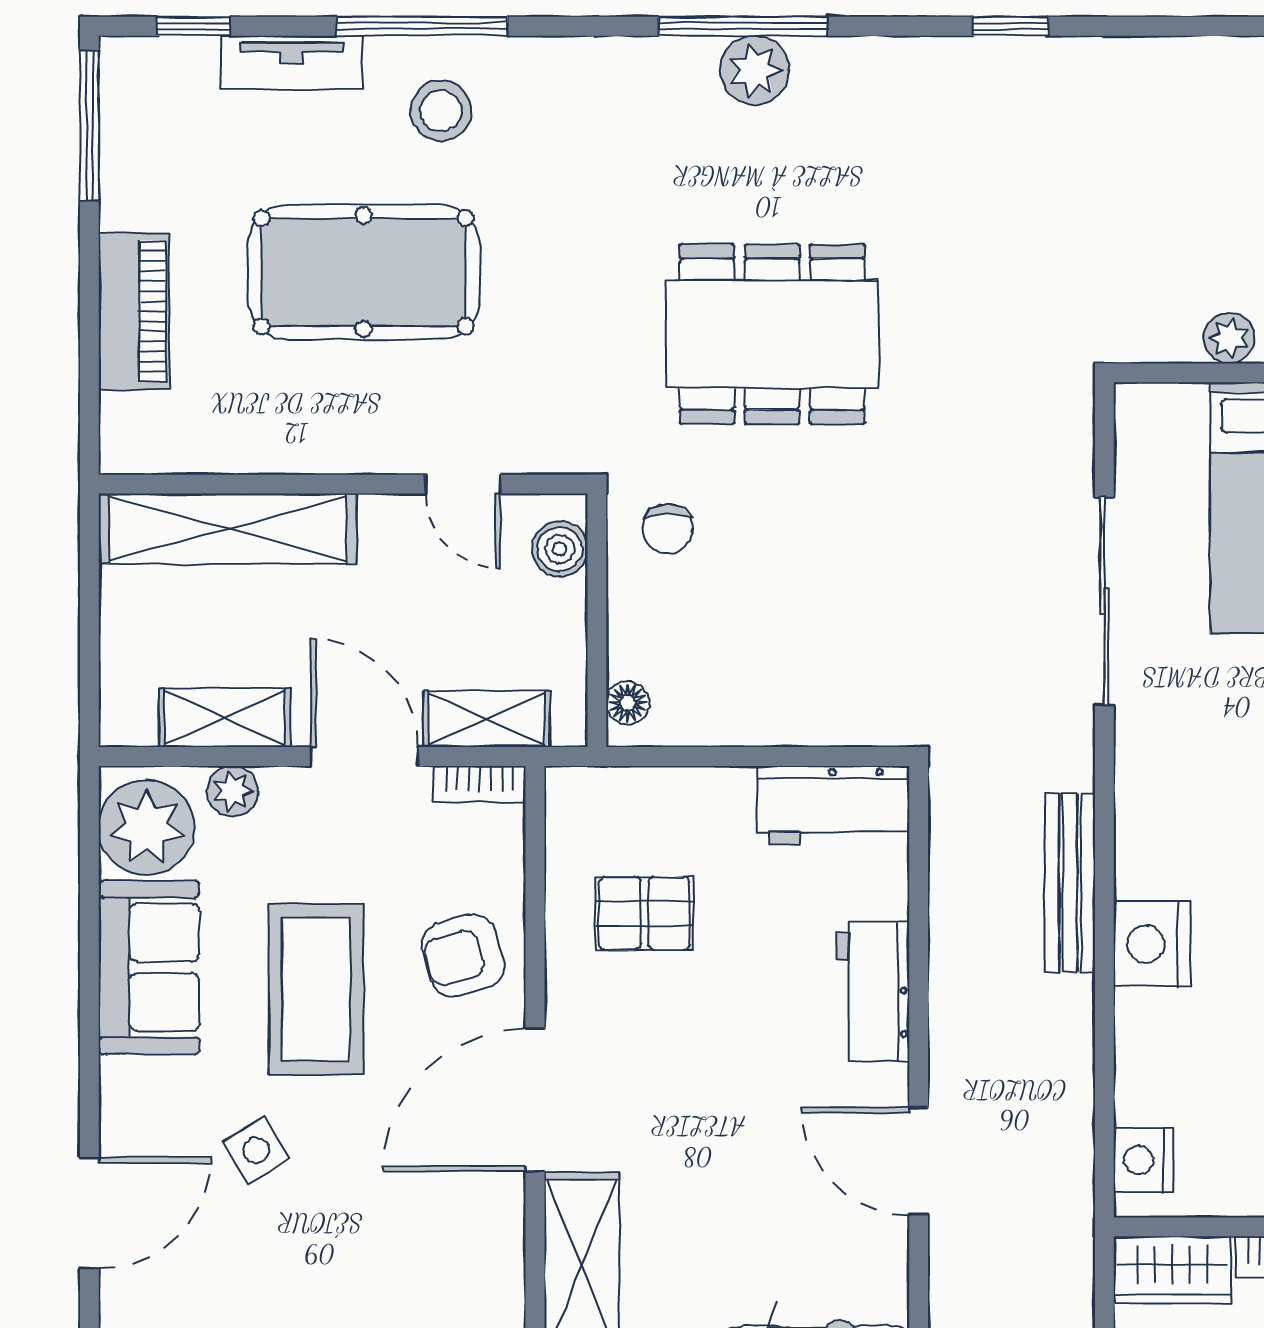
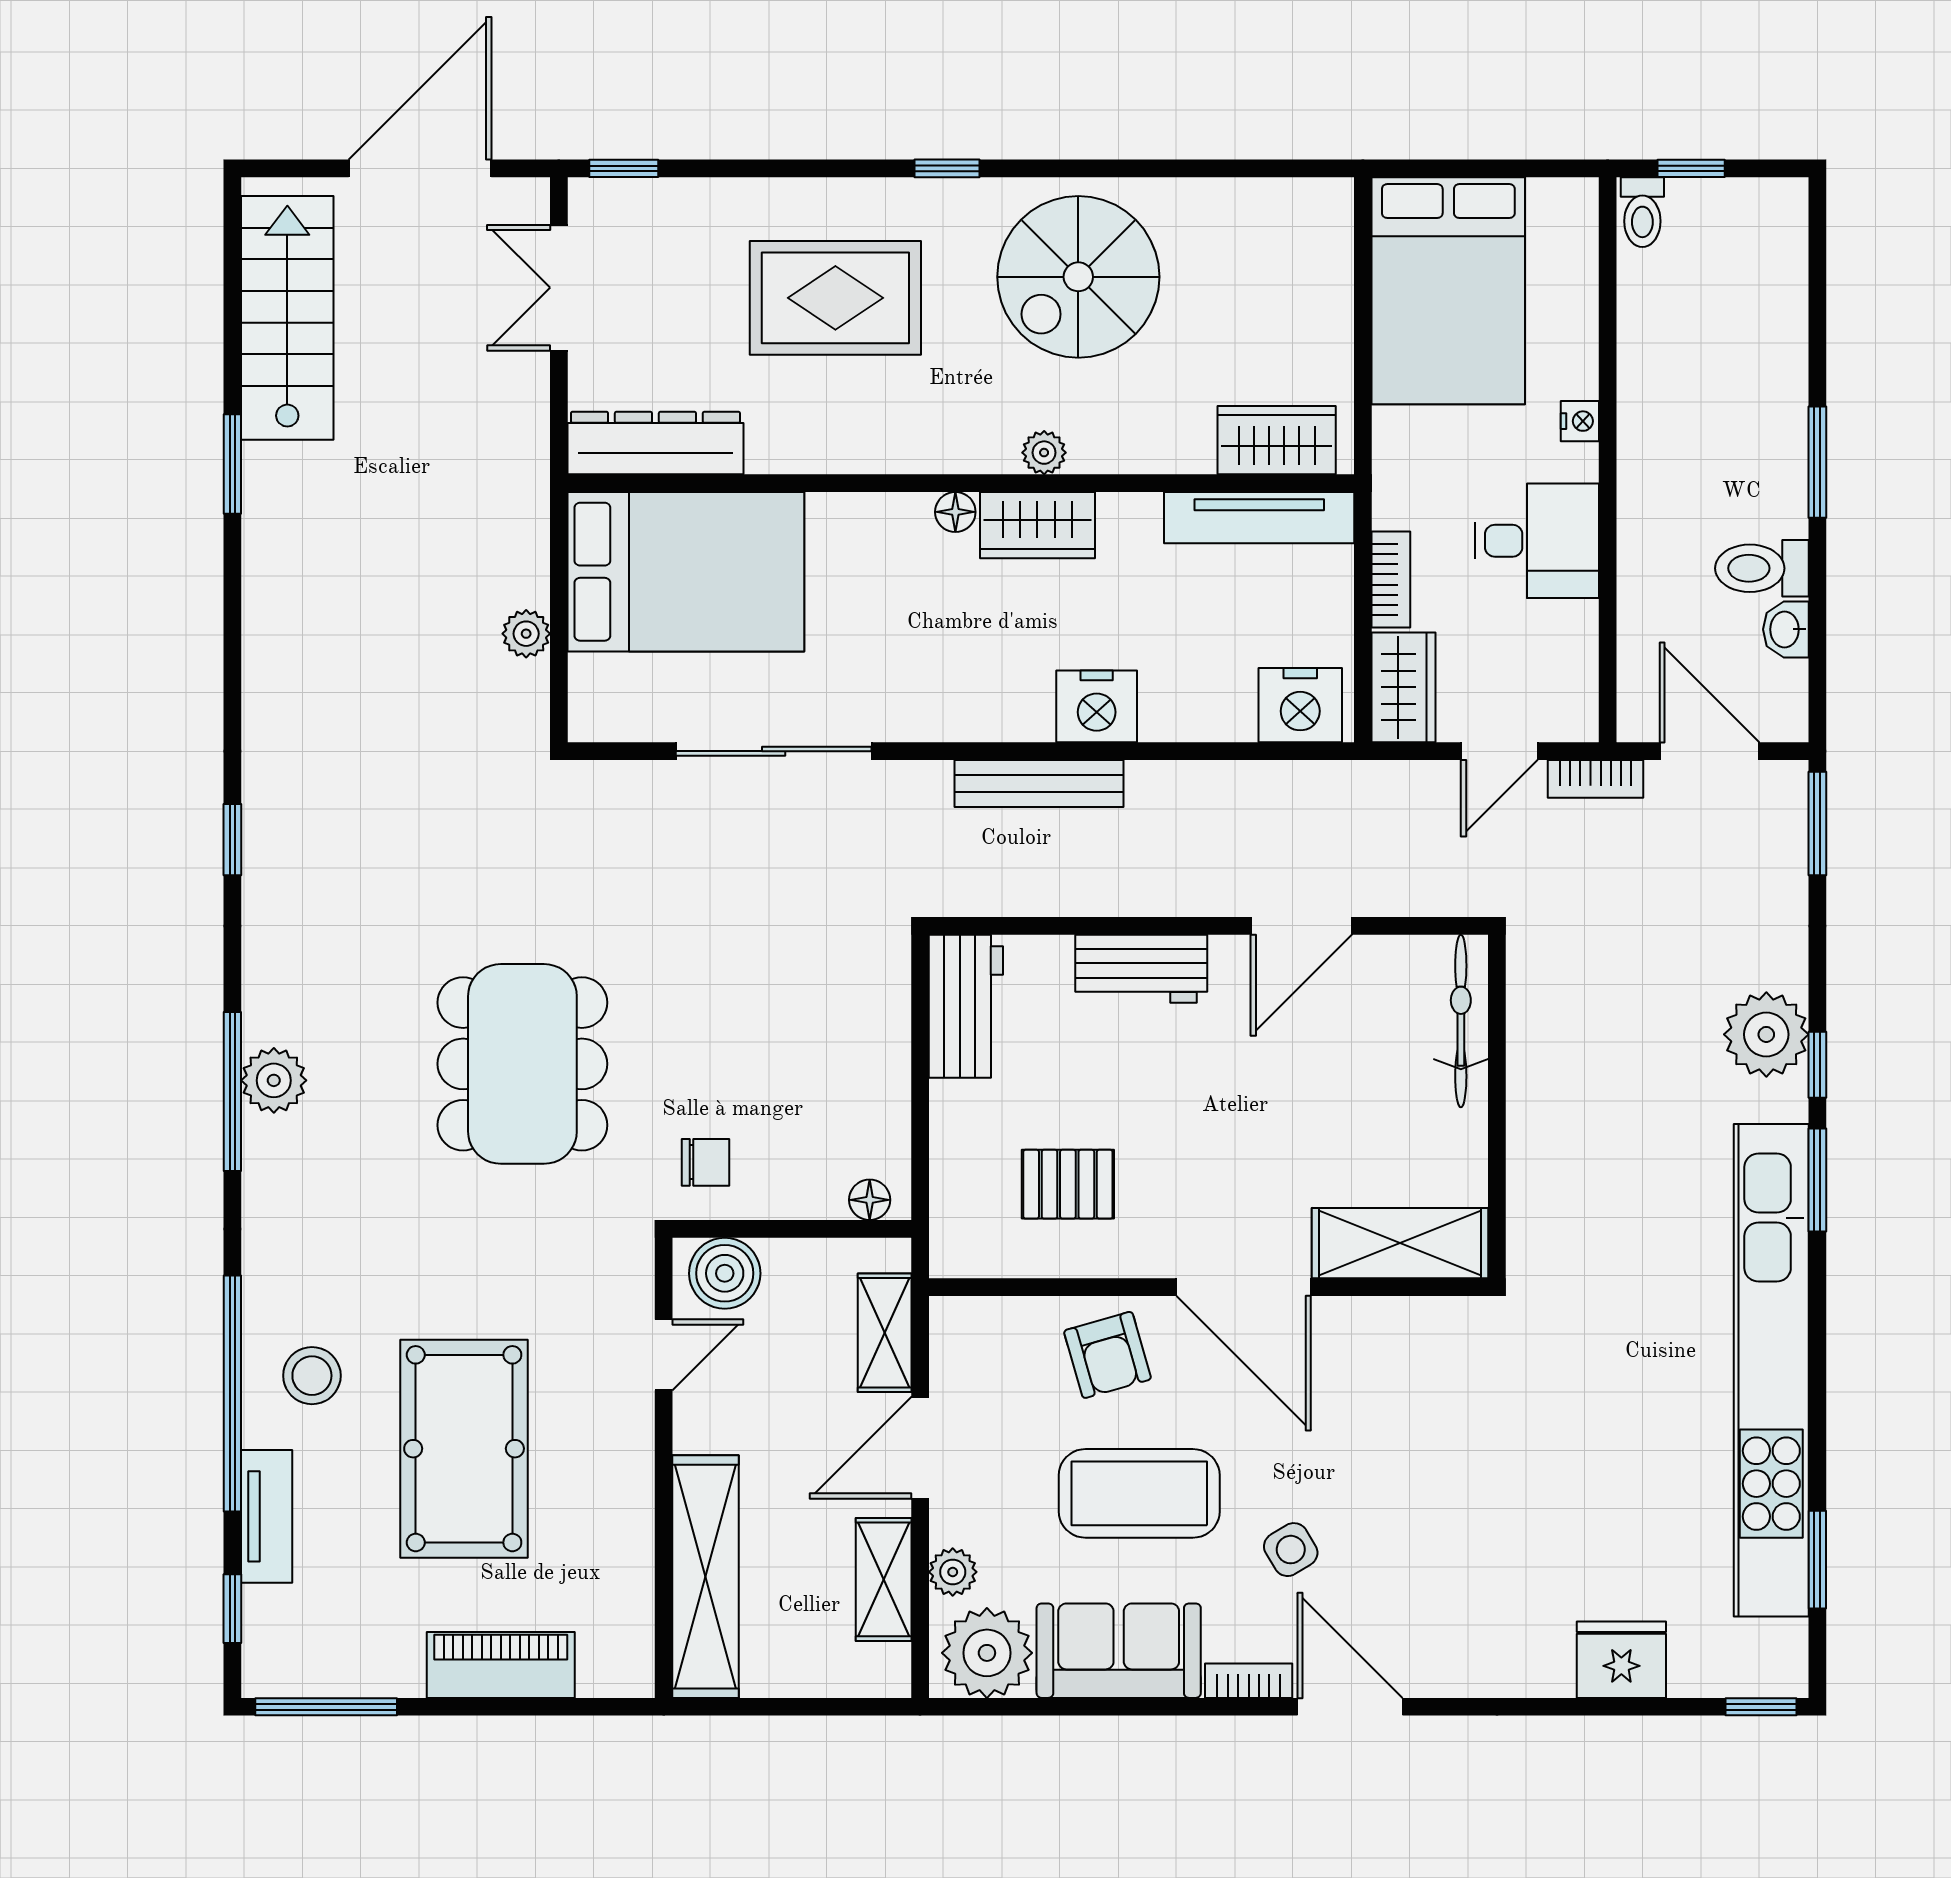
window: (422, 26) -> (232, 1393), width x1.46
boiler: (560, 549) -> (725, 1273), width x1.36, depth x1.36
bookcase: (480, 784) -> (1249, 1681), moved, turned -90
pallet: (644, 913) -> (1068, 1184), turned 90
nightstand: (1143, 1160) -> (1300, 705), width x1.36, depth x1.33

